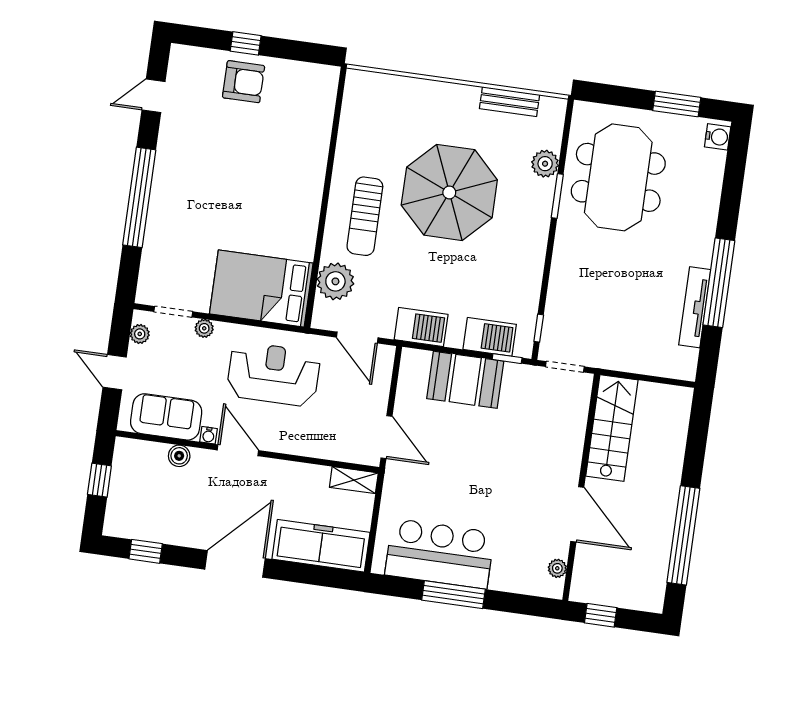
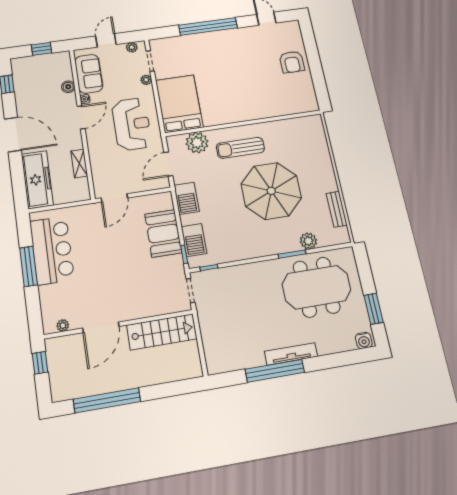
window: (246, 43) -> (313, 57), removed
tv unit: (695, 307) -> (291, 354), moved
shelving: (354, 480) -> (79, 163), moved

